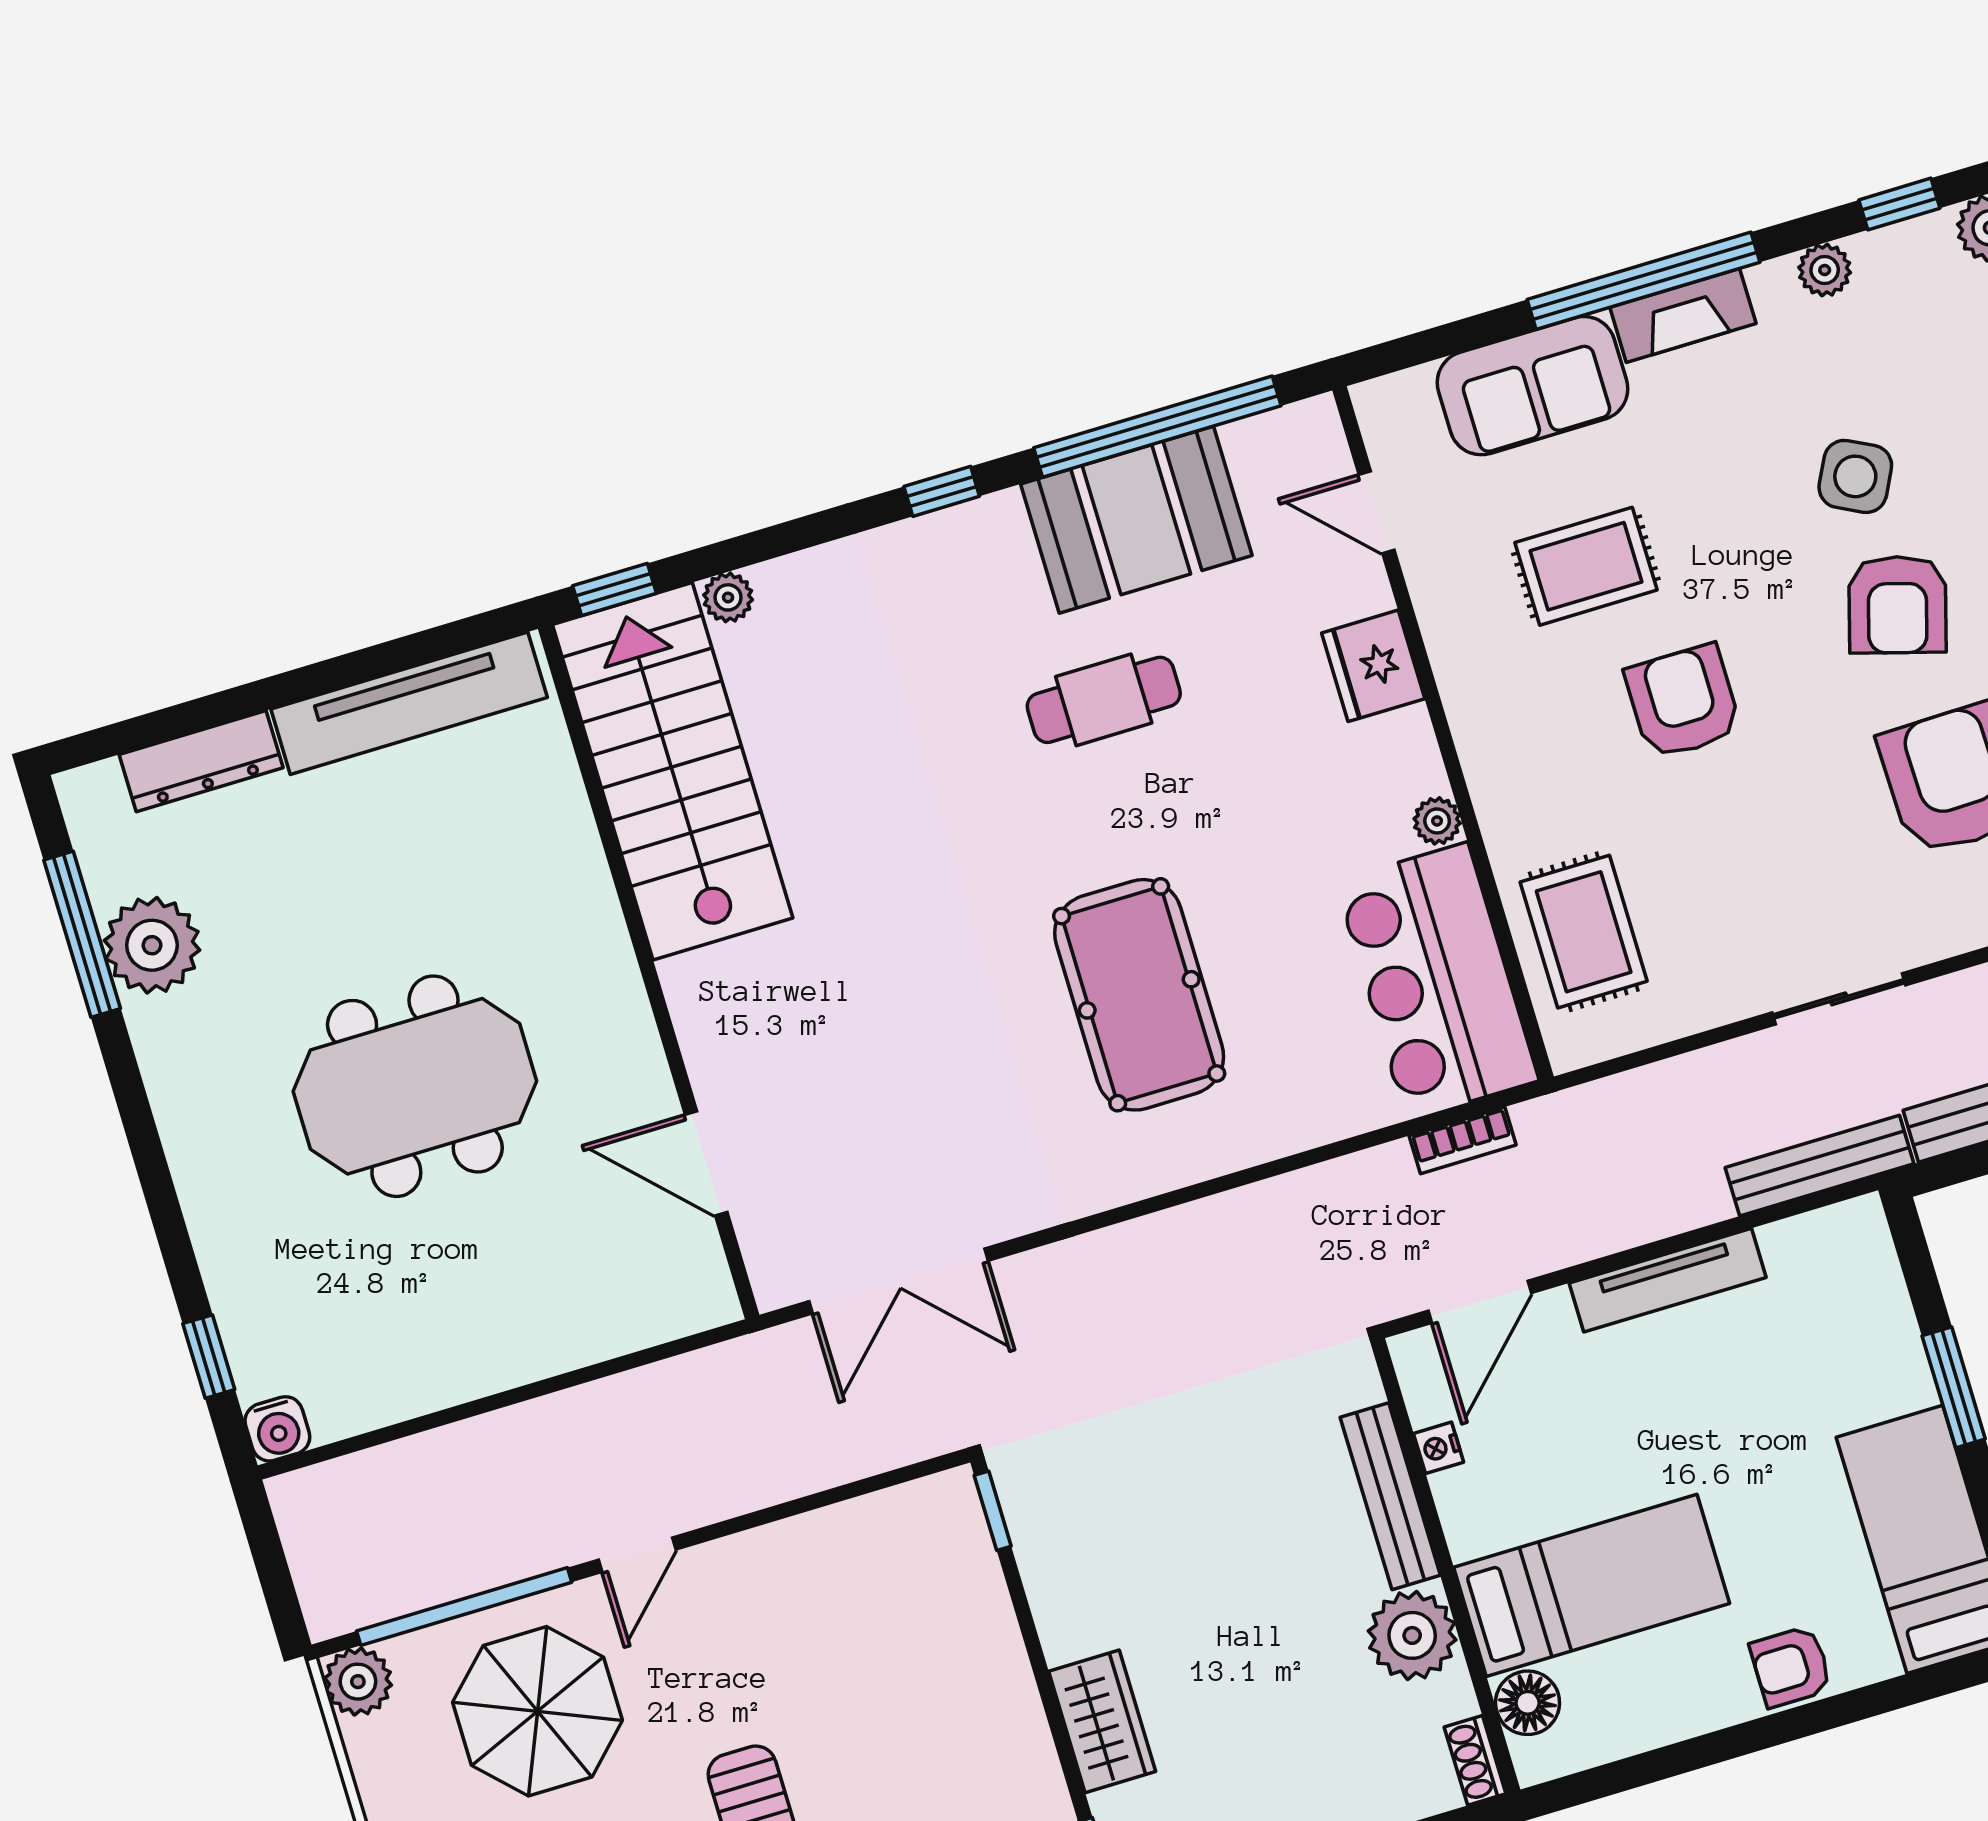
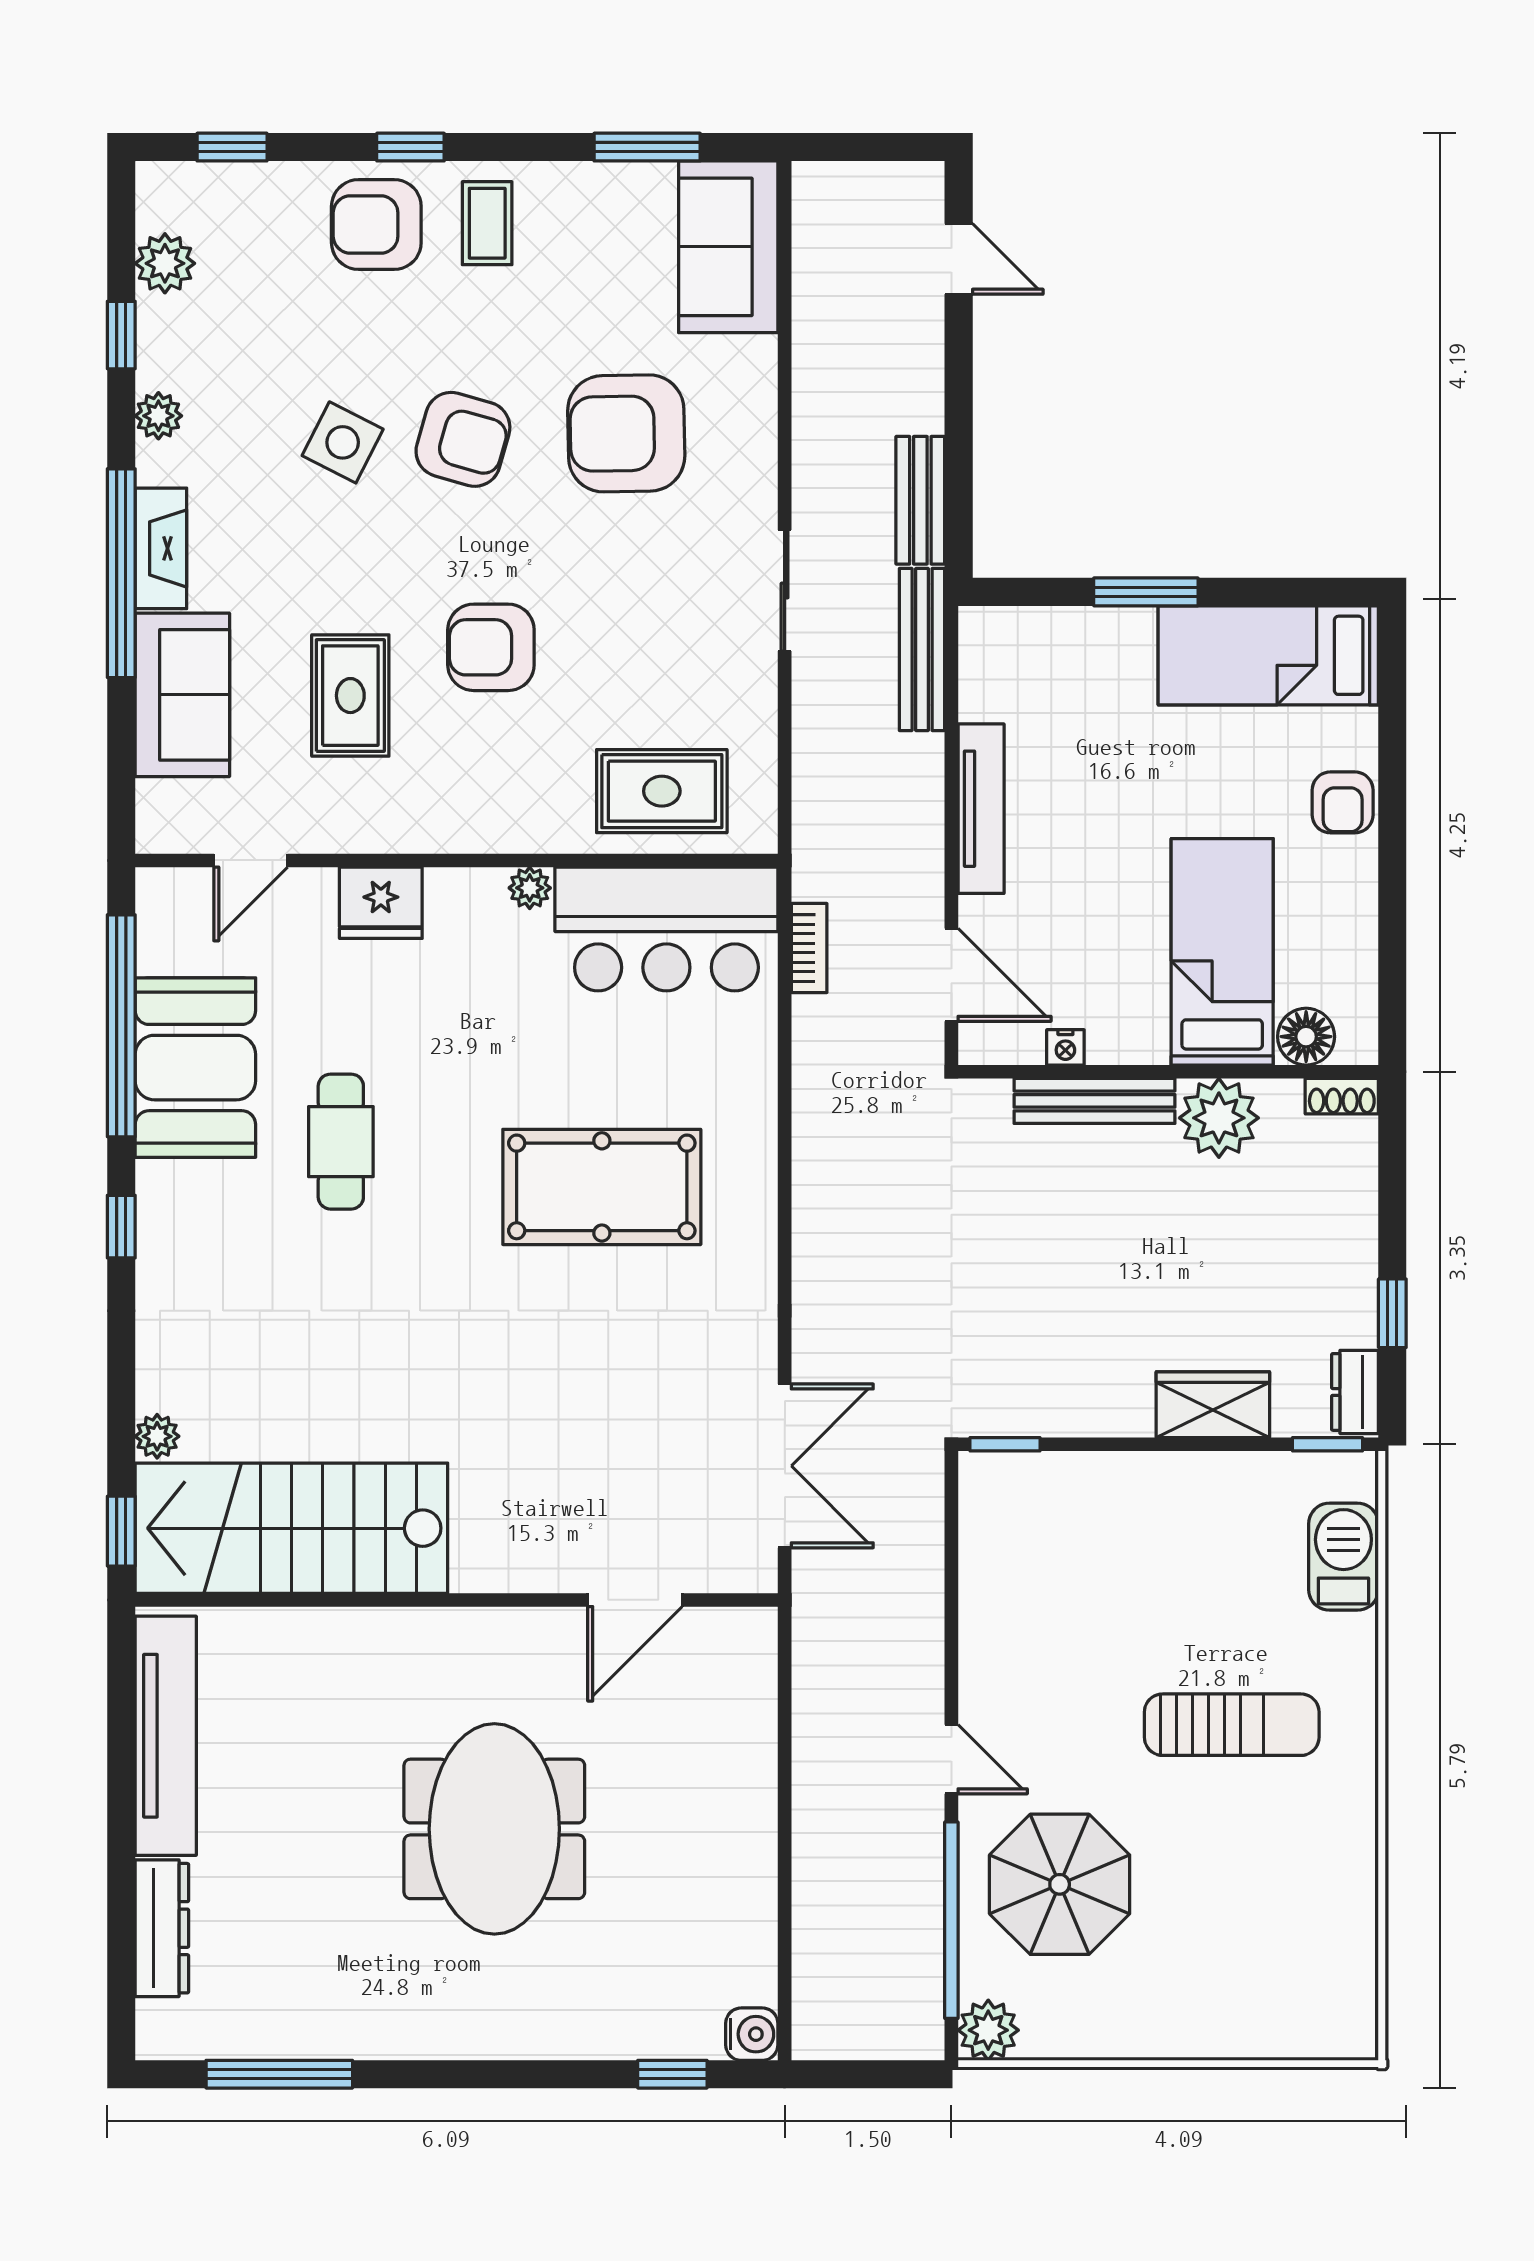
plant: (152, 945) -> (307, 2017), removed

